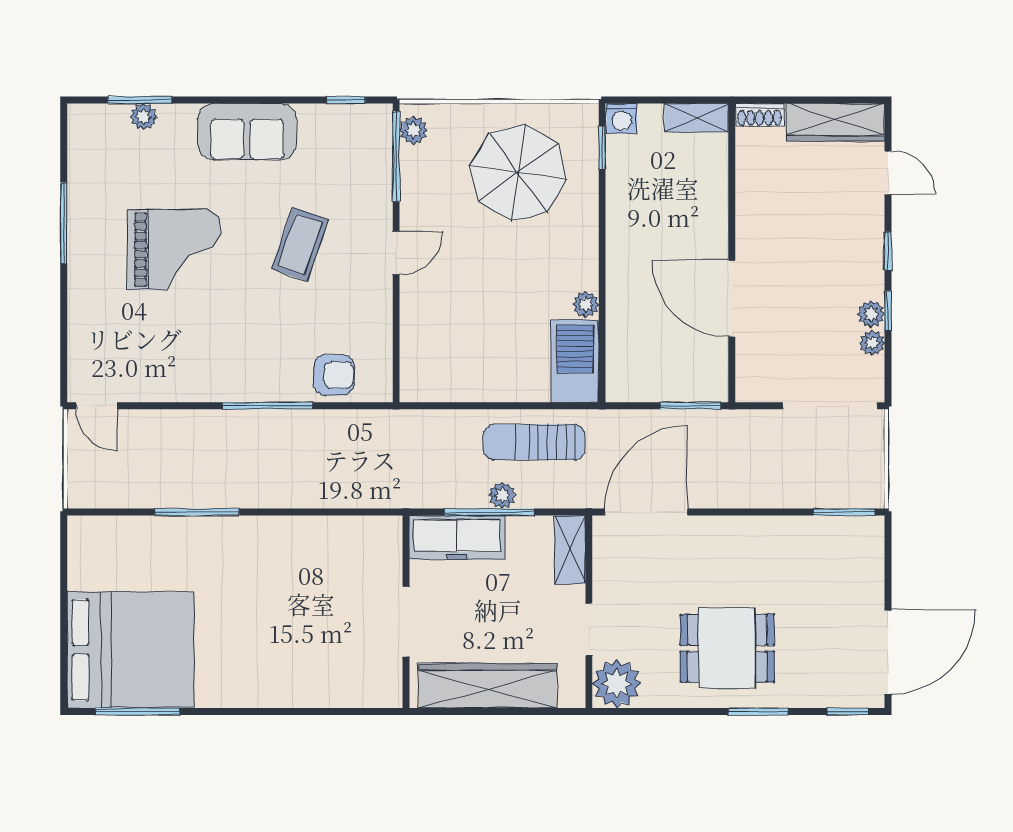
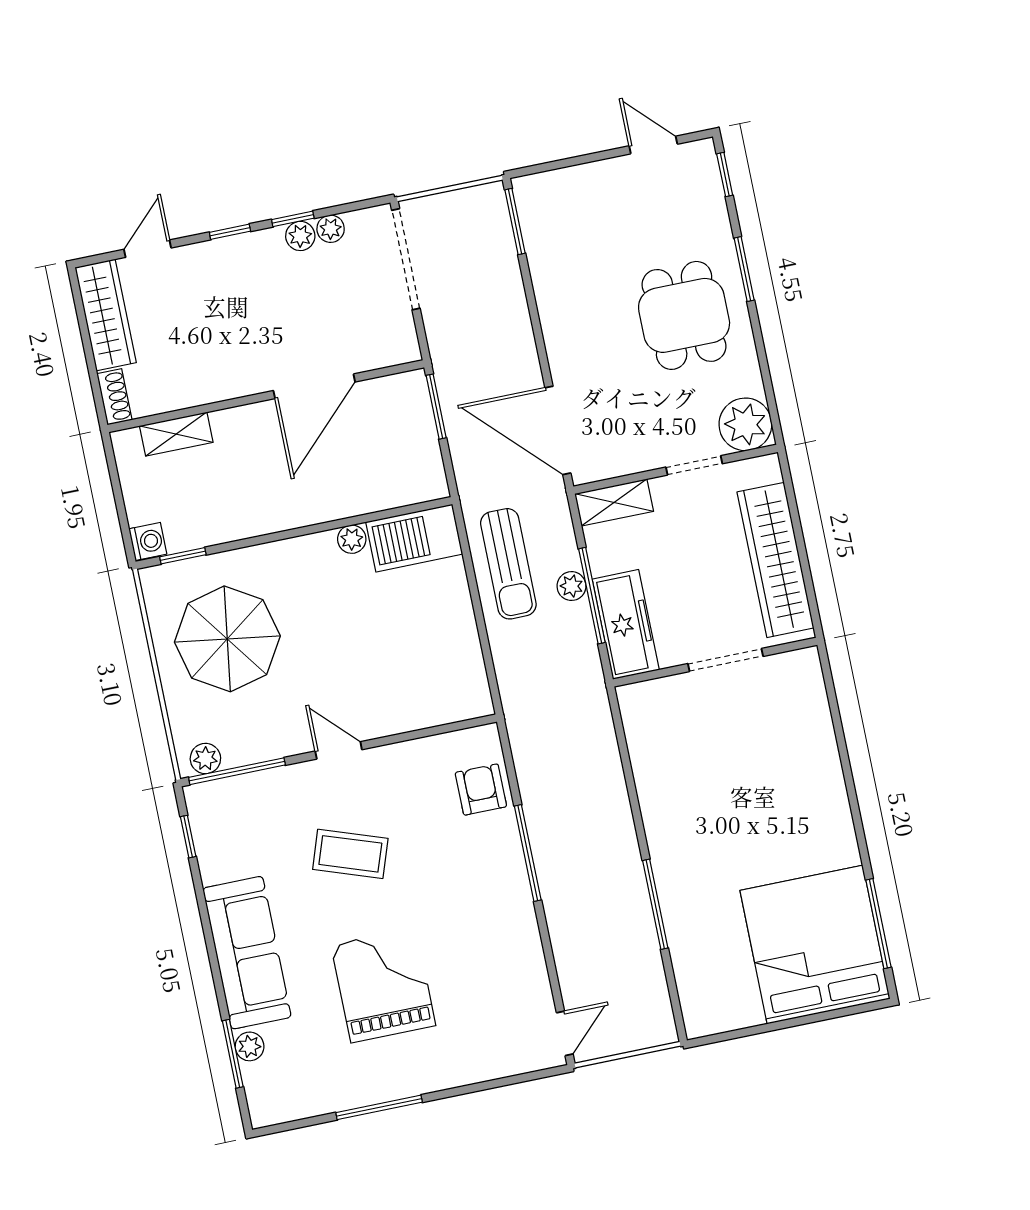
shelving: (696, 118) -> (176, 434), moved, turned 90
sofa: (247, 132) -> (247, 953), width x1.36
door: (888, 652) -> (653, 145), width x0.53

